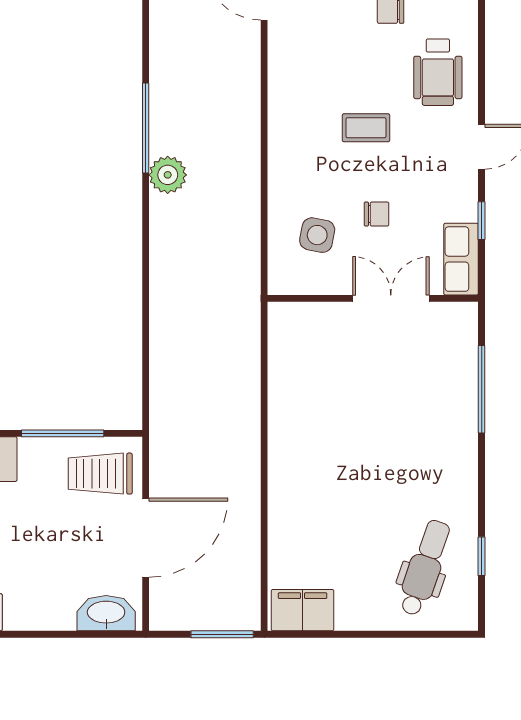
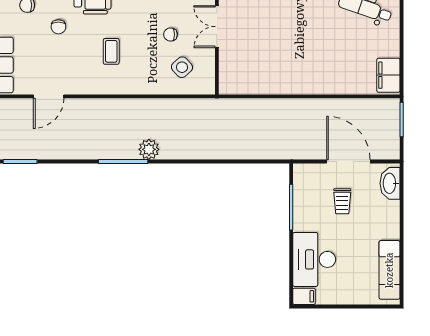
coffee table: (366, 128) -> (111, 51), moved
chair: (377, 214) -> (170, 35), turned -90
side table: (317, 235) -> (182, 67), turned 37
trolley: (100, 474) -> (342, 201), moved, width x0.73, depth x0.72

